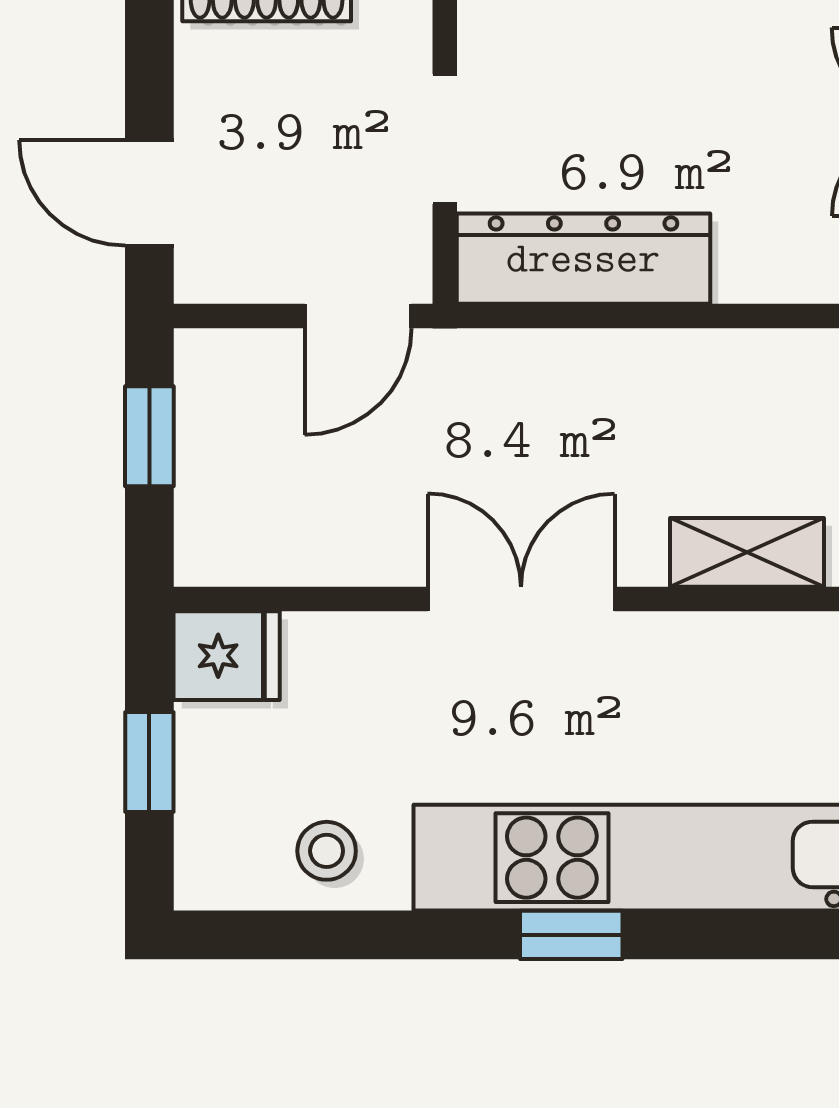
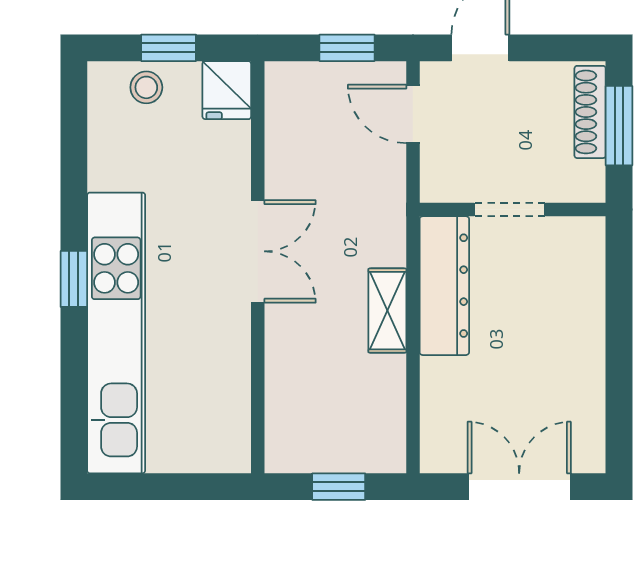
door: (358, 316) -> (413, 114), moved
shelving: (747, 552) -> (387, 311), moved
stool: (327, 851) -> (146, 87), moved

